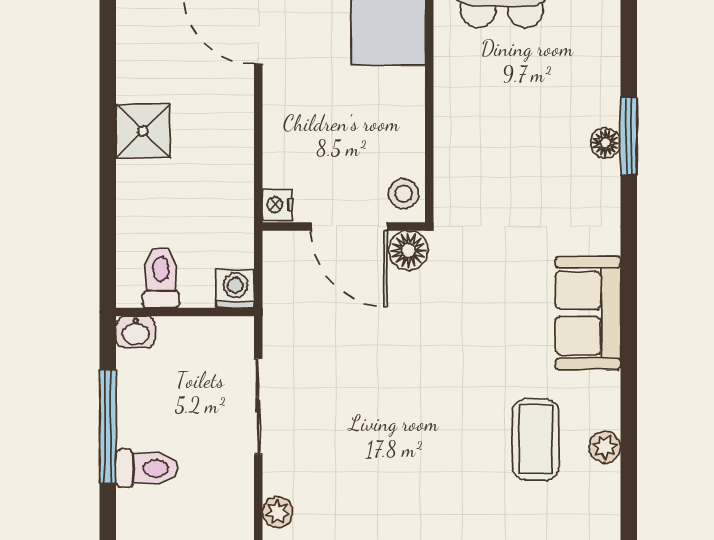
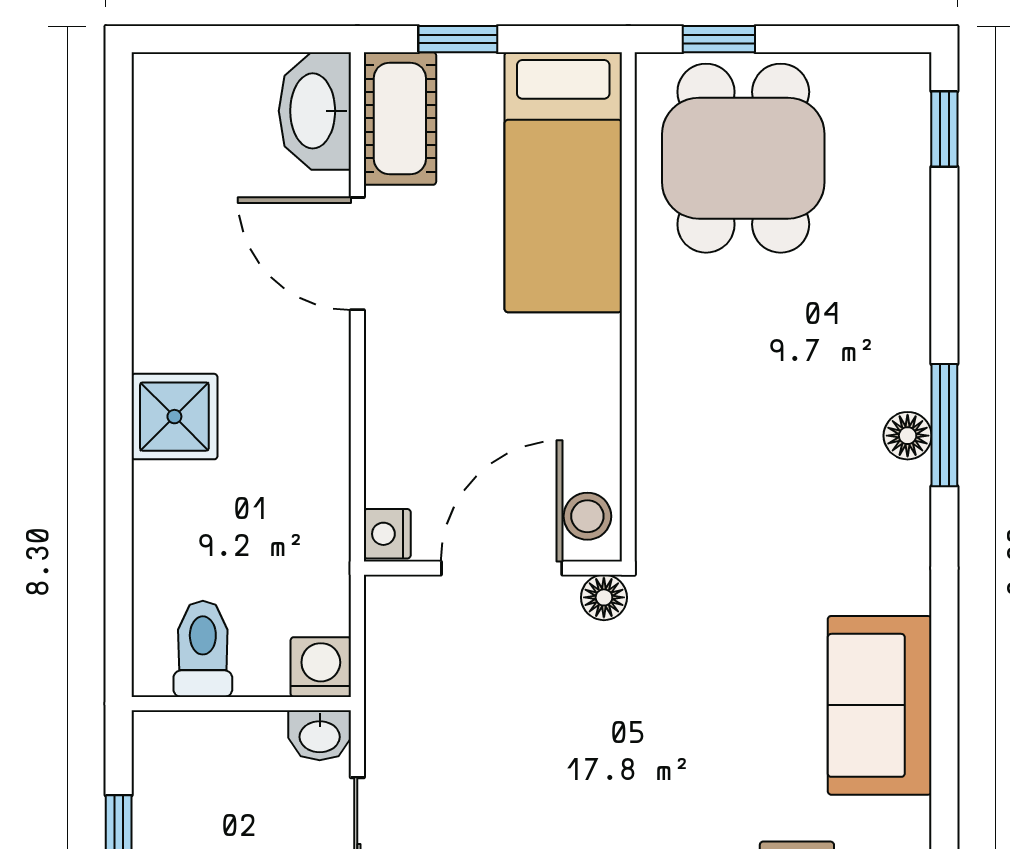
door: (349, 227) -> (502, 568), swing flipped
floor lamp: (409, 250) -> (604, 597), width x0.73, depth x0.73
washbasin: (136, 332) -> (320, 735), moved

